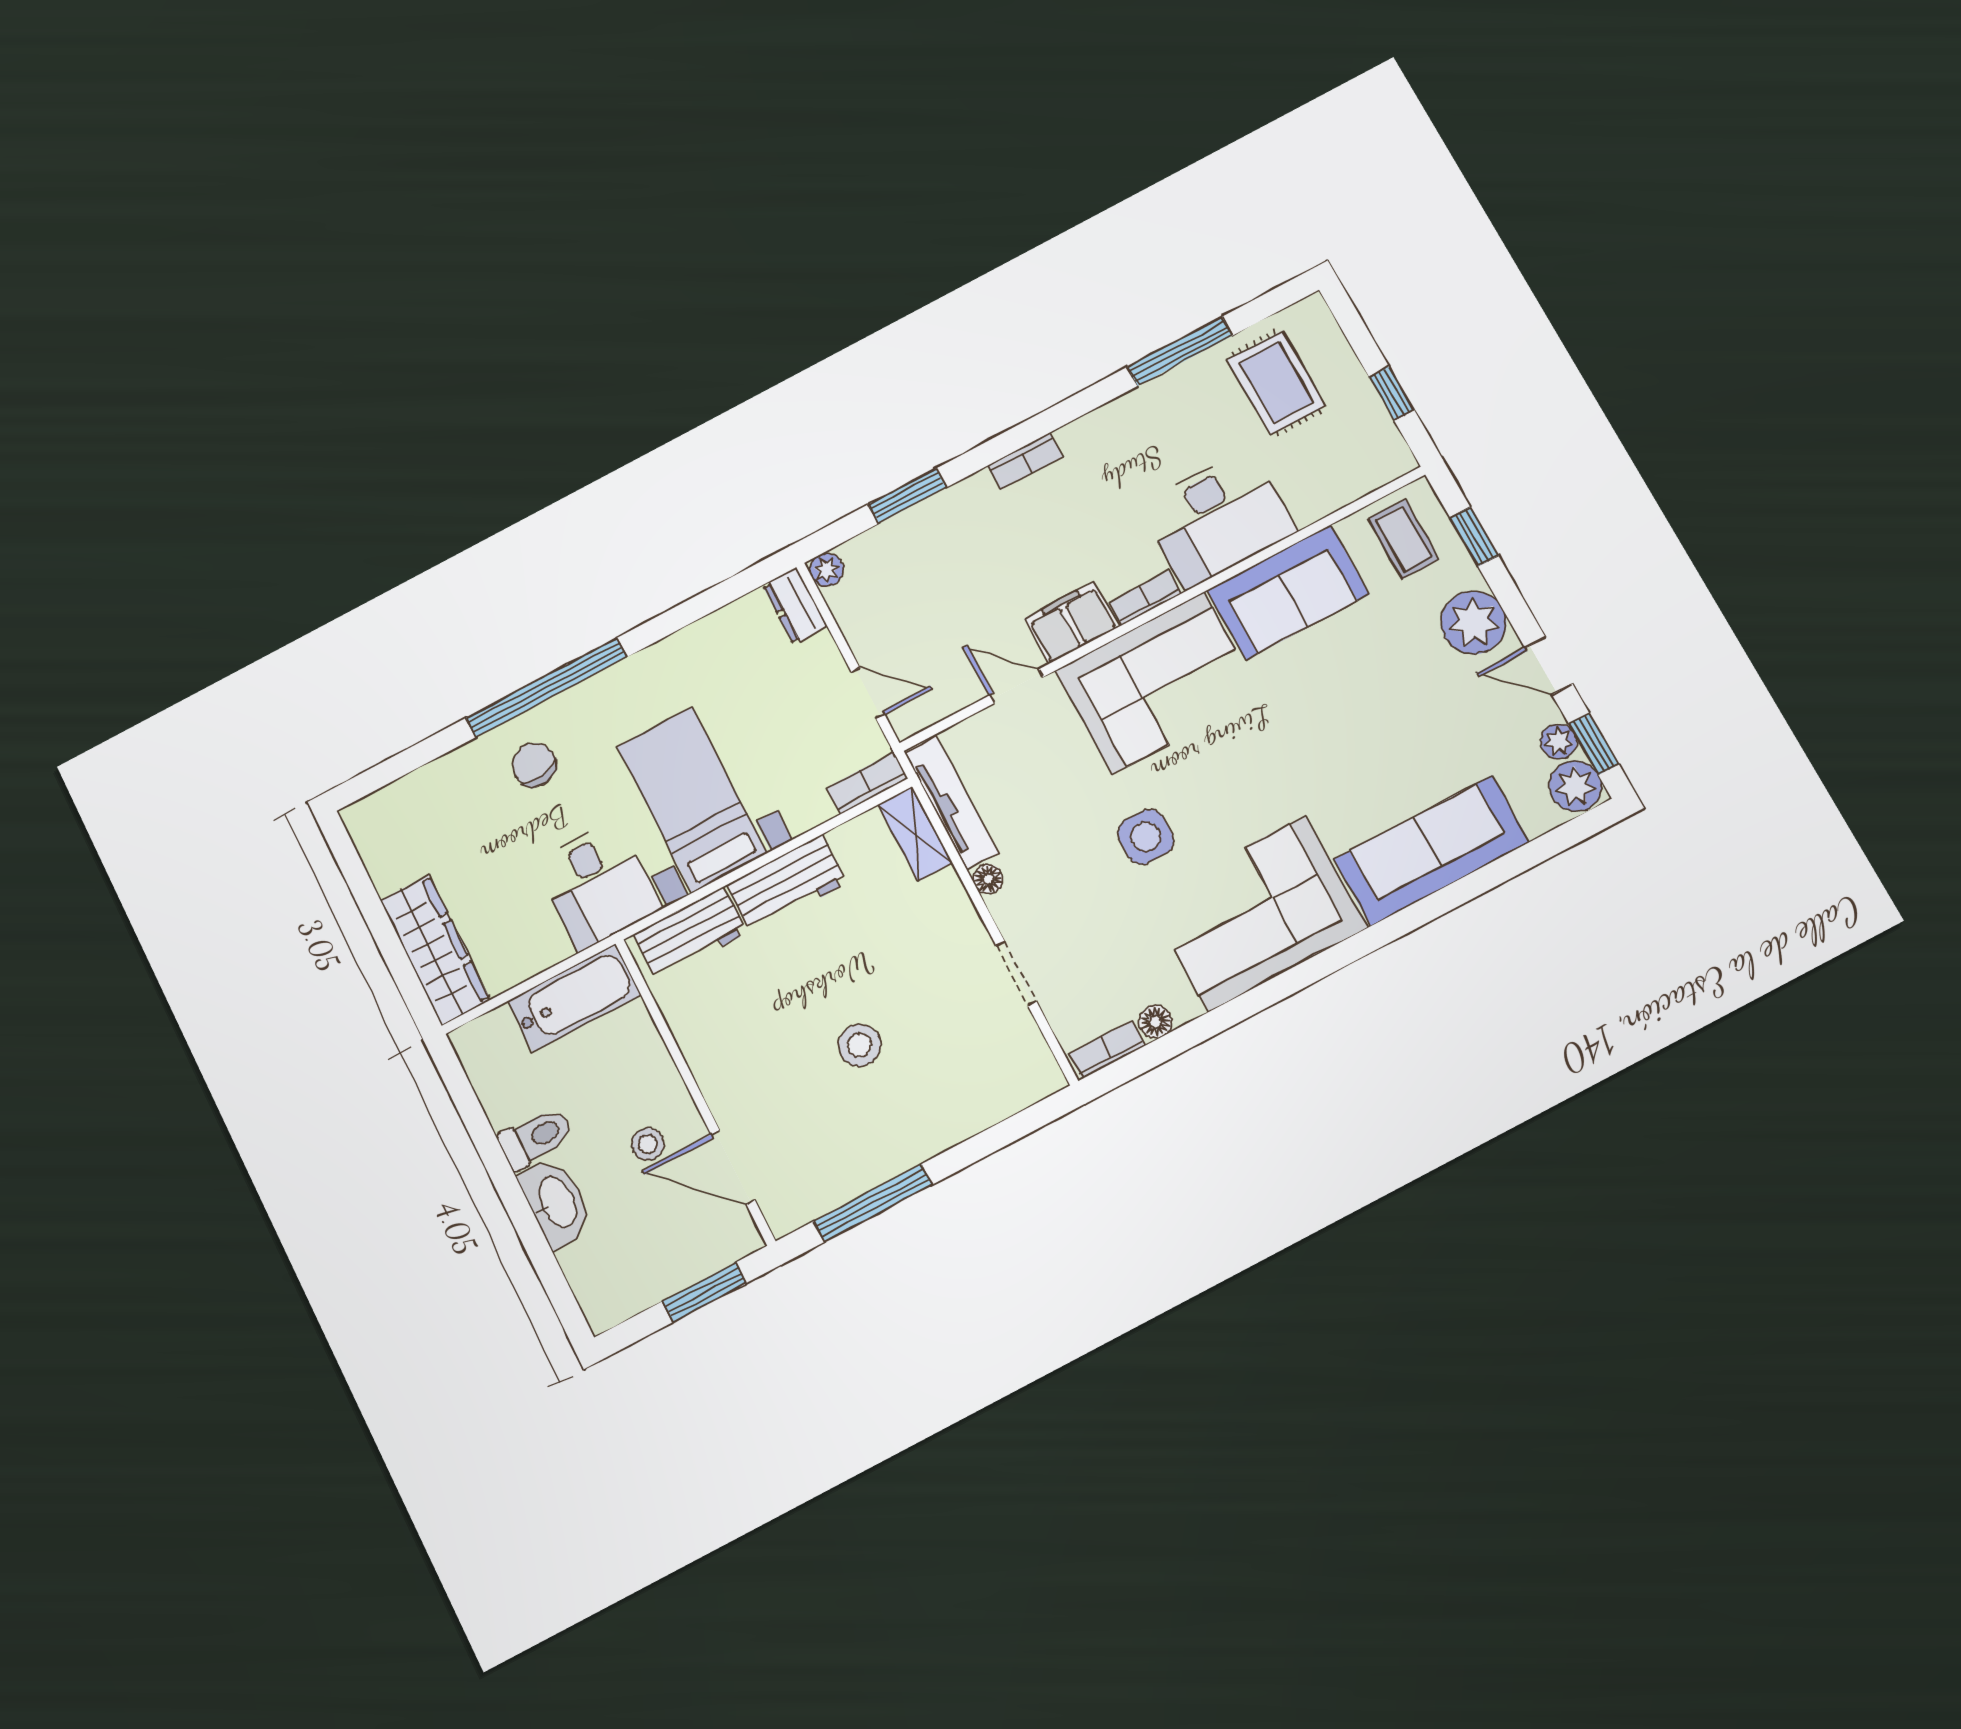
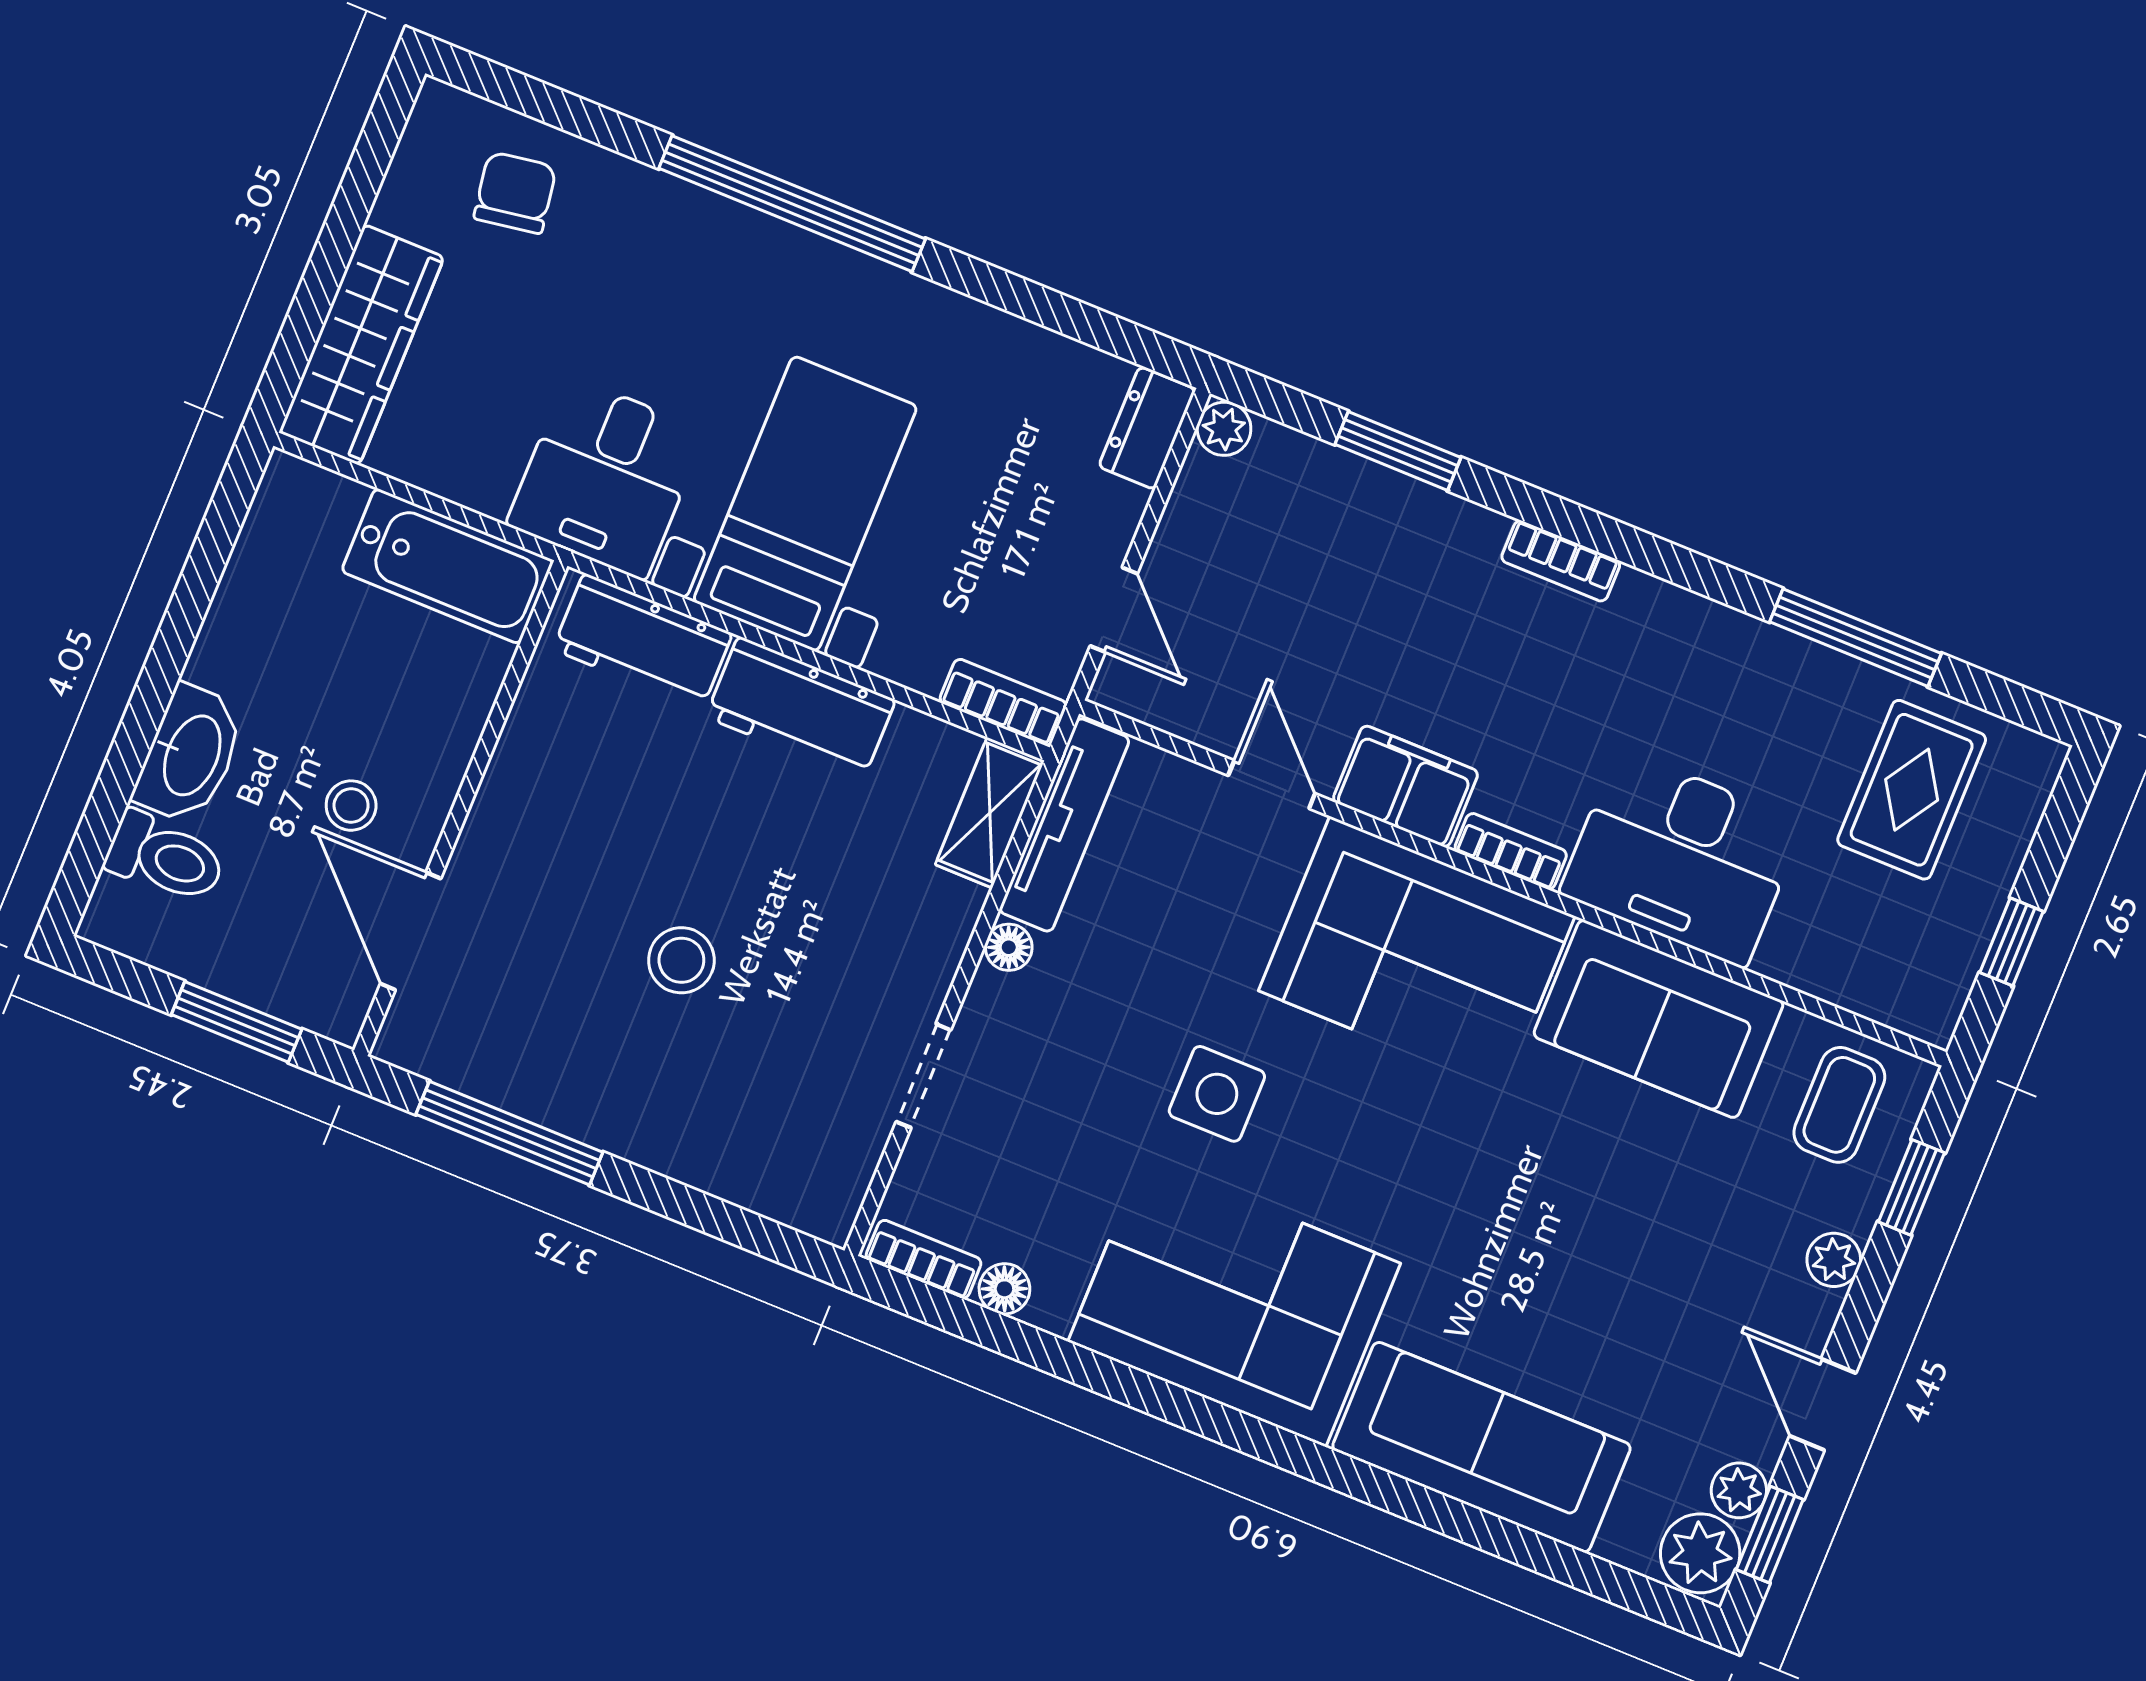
plant: (1474, 623) -> (1834, 1260), width x0.53, depth x0.53
chair: (534, 765) -> (515, 193), moved
toilet: (536, 1138) -> (165, 858), moved

